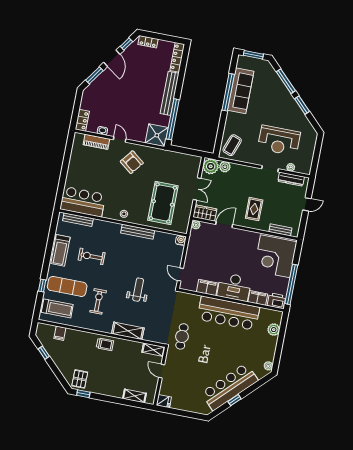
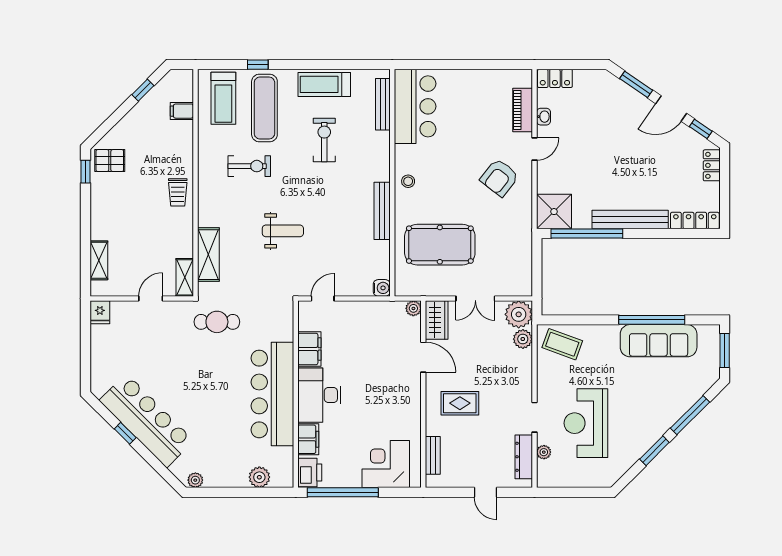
corner desk: (275, 256) -> (386, 464), width x0.74, depth x0.74
shelving: (128, 331) -> (208, 255), moved

